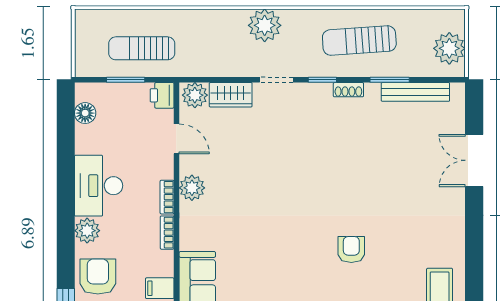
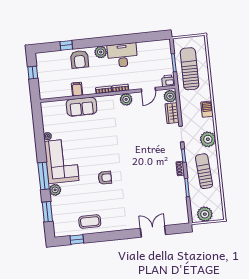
barbecue: (230, 21) -> (207, 109), added
plant: (265, 25) -> (208, 139), moved
sun lounger: (142, 48) -> (190, 69), width x1.36, depth x1.34
bench: (415, 92) -> (183, 200), removed
floor lamp: (85, 113) -> (156, 45), removed
armchair: (98, 276) -> (80, 59), turned 90

